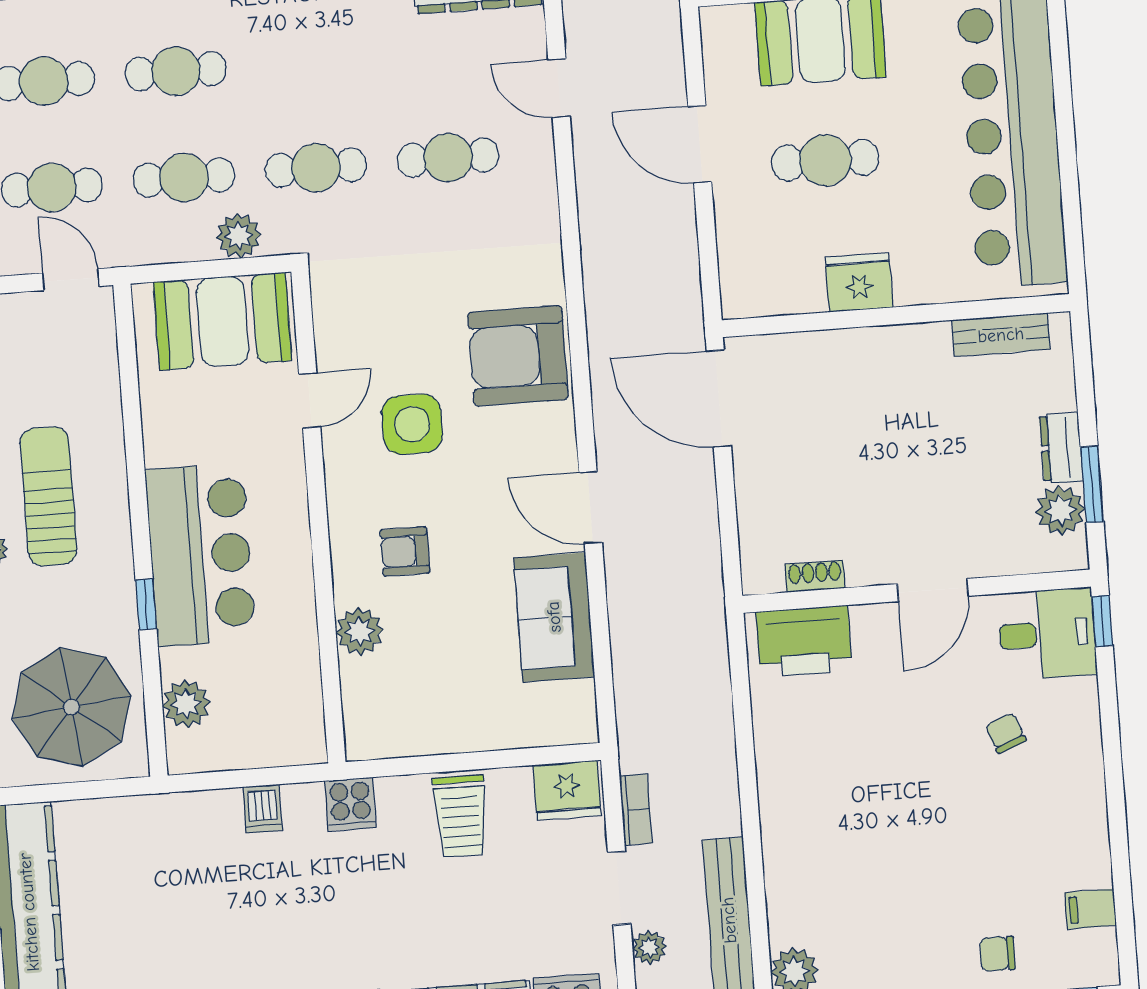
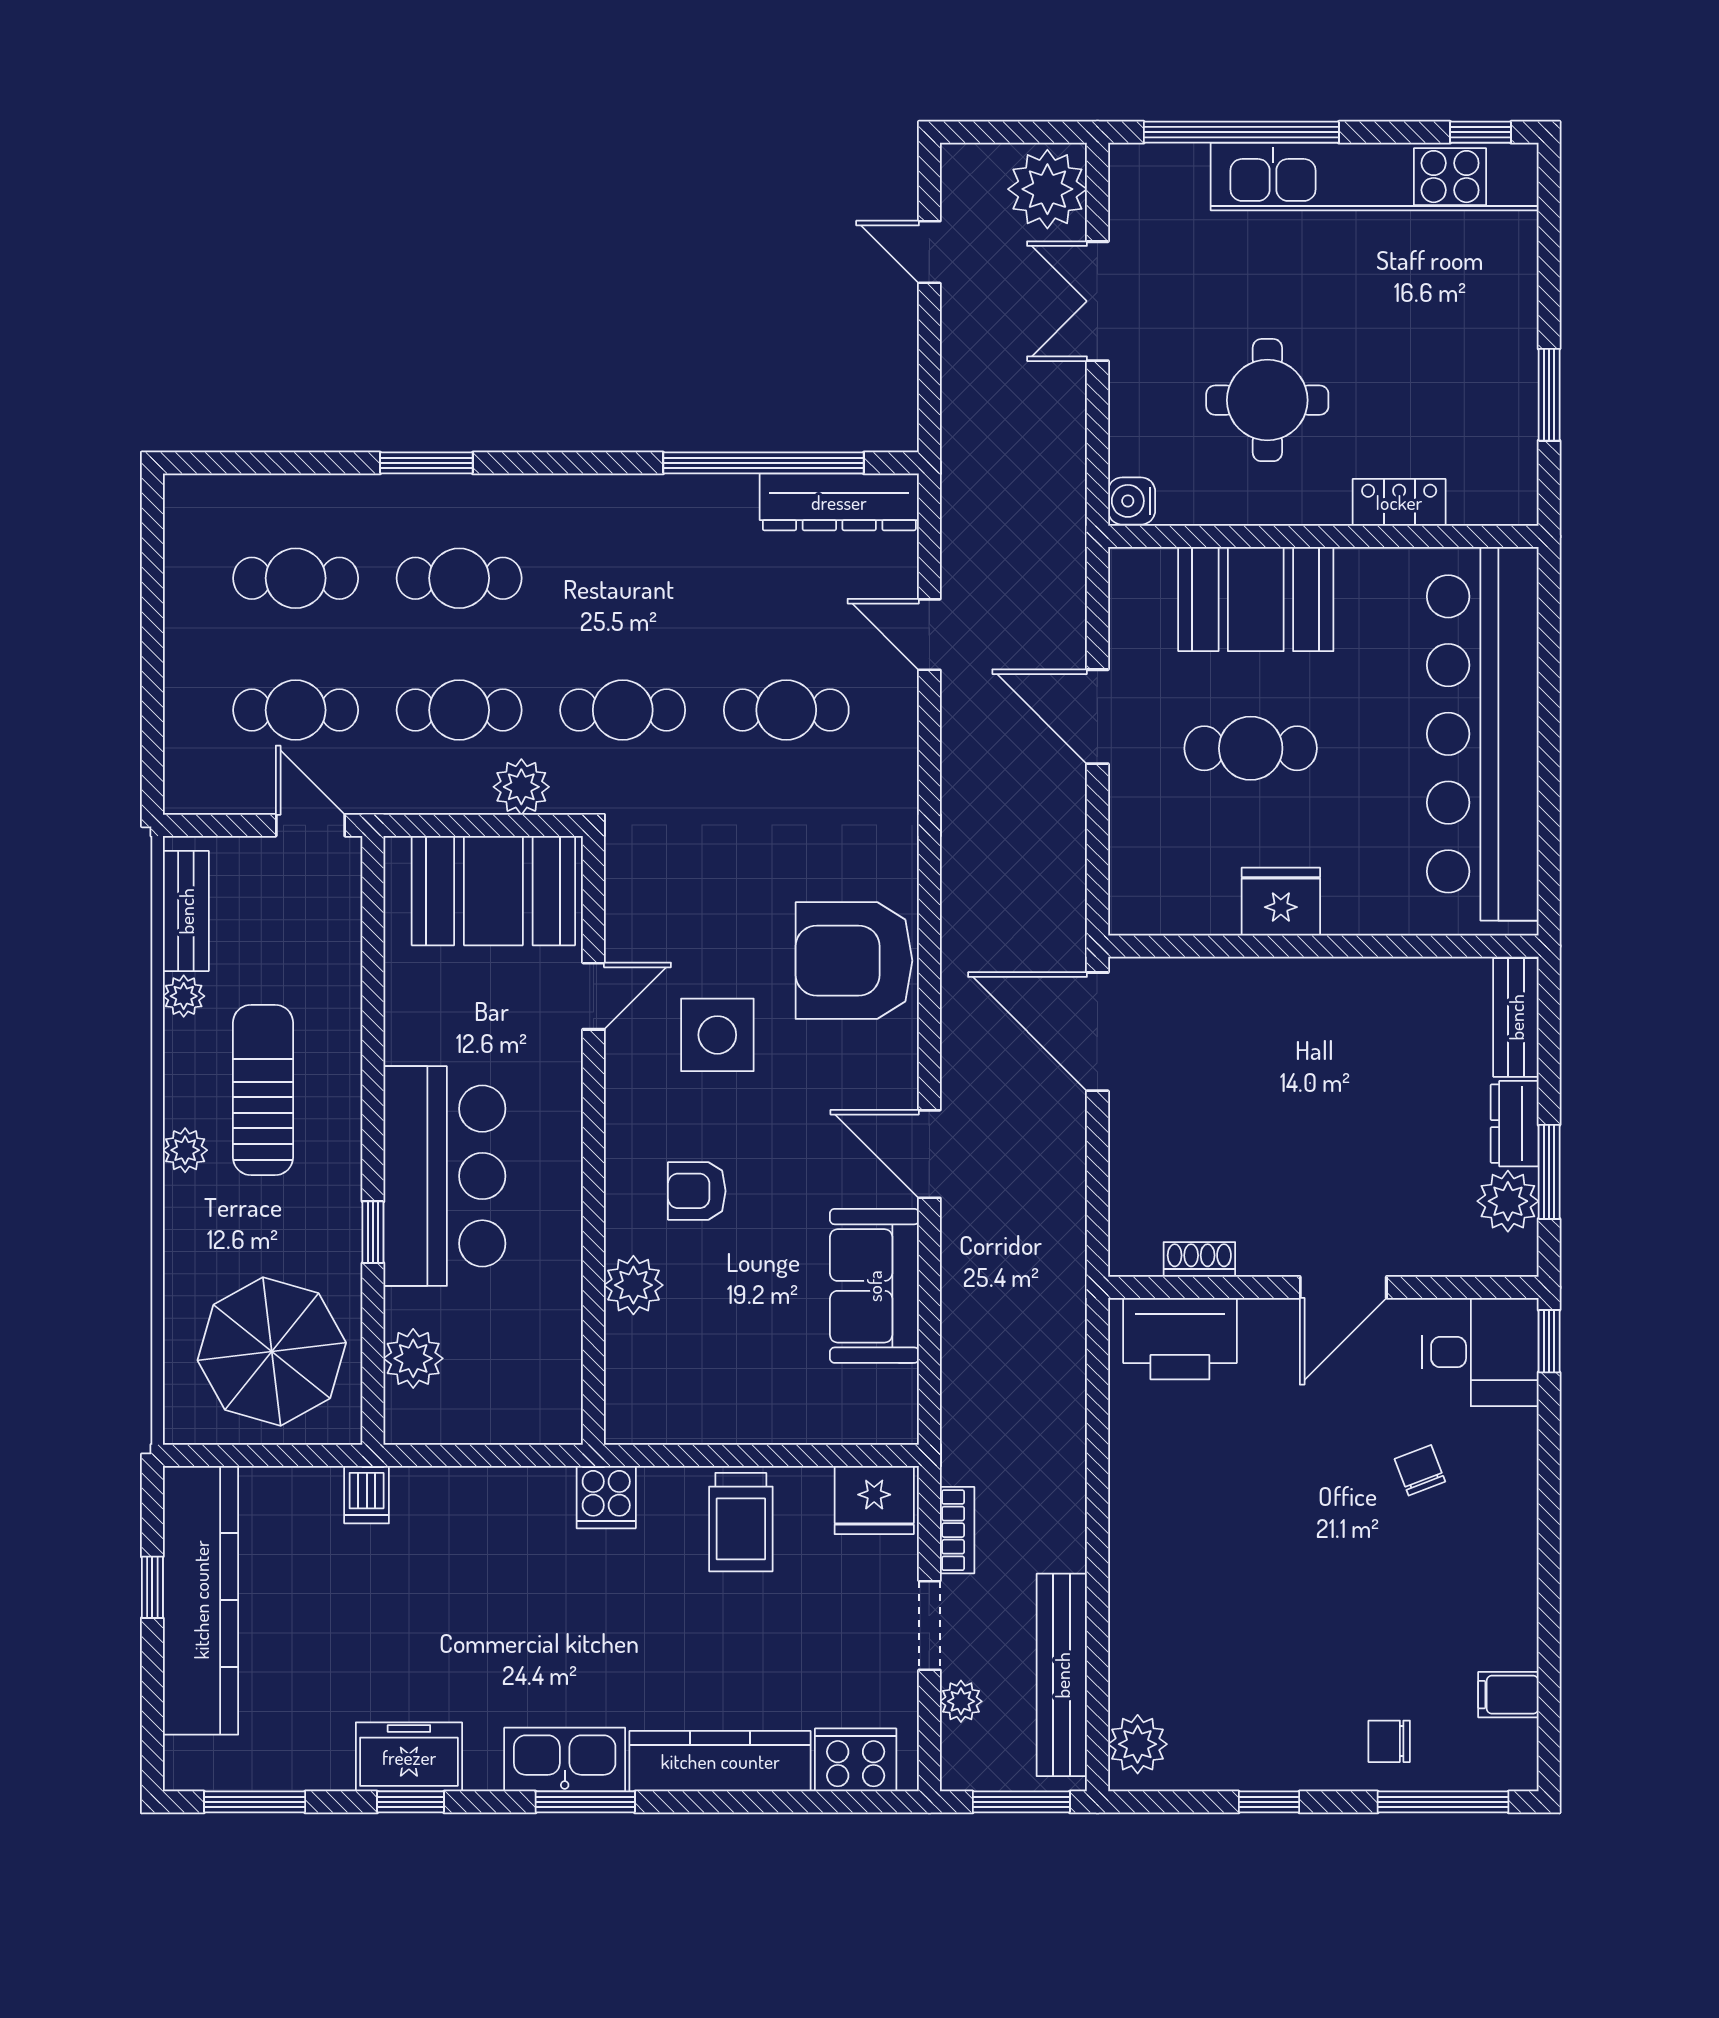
bench: (1001, 335) -> (1516, 1017), moved, turned 90
dishwasher: (263, 809) -> (367, 1495), moved

